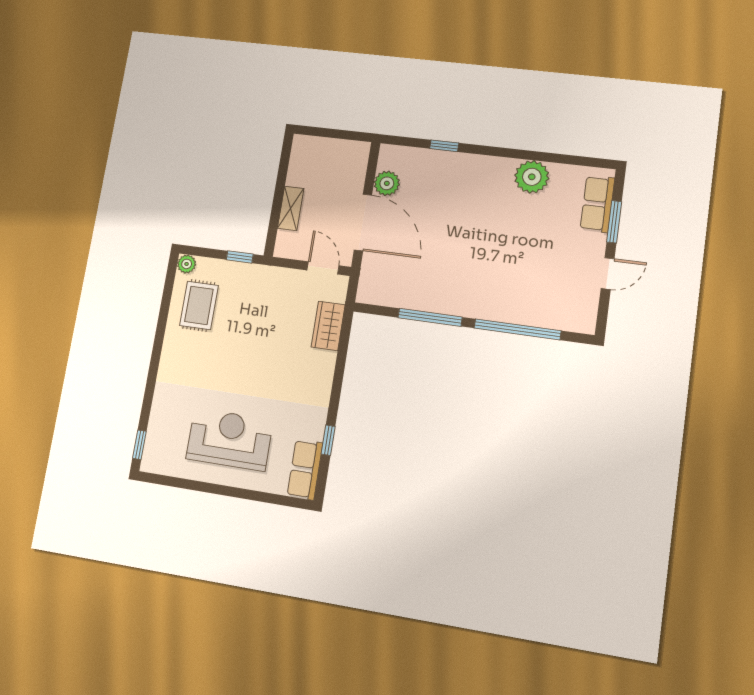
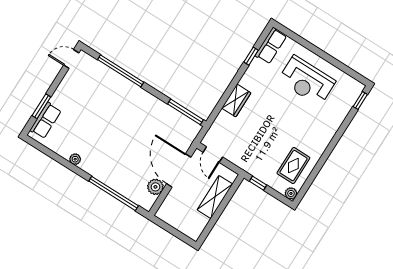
window: (444, 146) -> (114, 193), width x3.17
plant: (532, 177) -> (75, 159), width x0.53, depth x0.53
shelving: (291, 208) -> (215, 197), width x1.50, depth x1.33
door: (608, 274) -> (71, 59), moved
window: (430, 317) -> (186, 112), moved
wardrobe: (328, 326) -> (236, 100), moved

